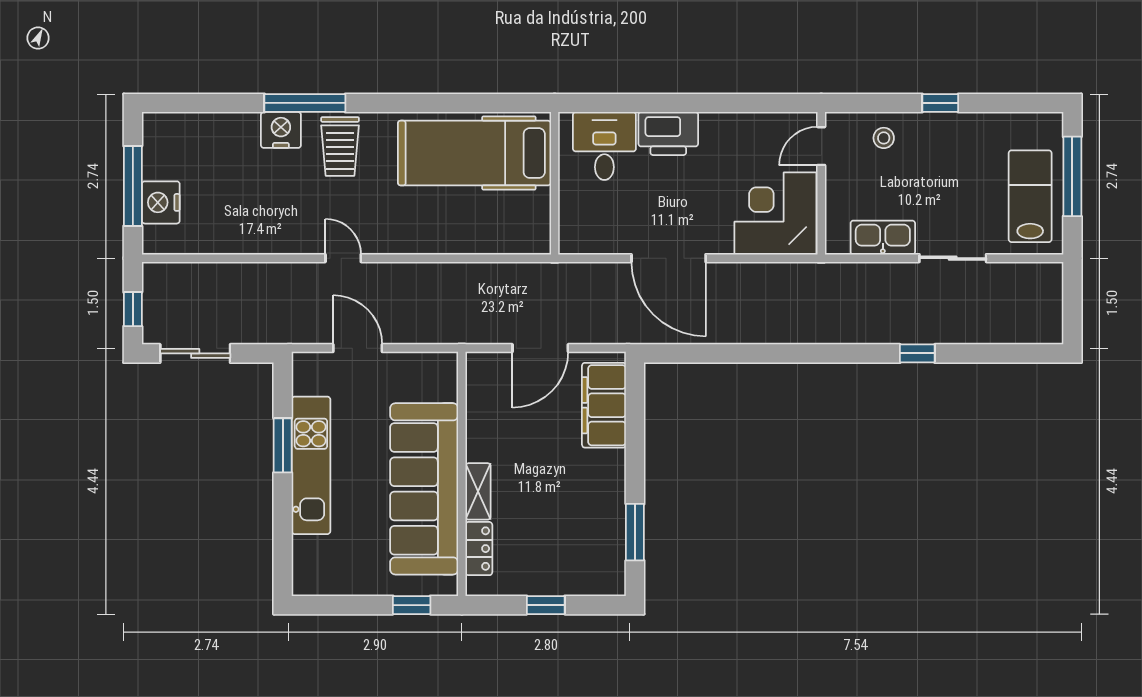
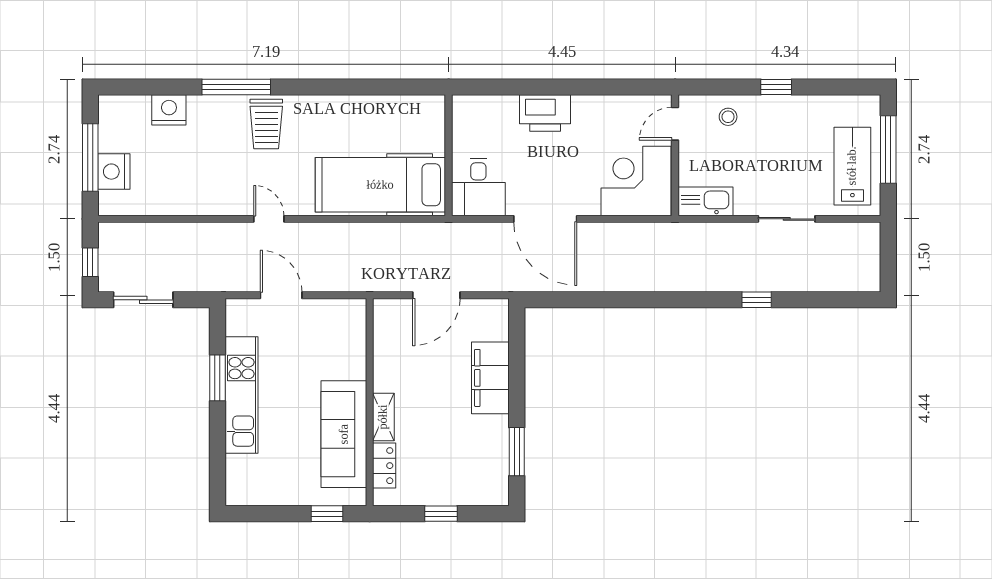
nightstand: (281, 130) -> (169, 110), moved
desk: (604, 146) -> (478, 187), moved, turned 180
hospital bed: (475, 153) -> (380, 185), moved
kitchen sink: (883, 238) -> (706, 201), moved
filing cabinet: (604, 405) -> (490, 378), moved
sofa: (424, 489) -> (344, 434), width x0.74, depth x0.79

